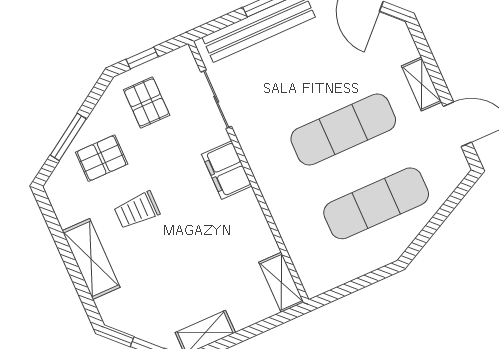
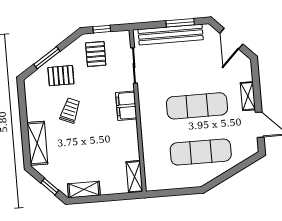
trolley: (137, 210) -> (70, 110), turned 113
shelving: (91, 259) -> (37, 143), moved

